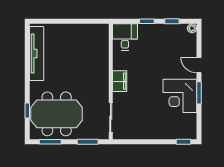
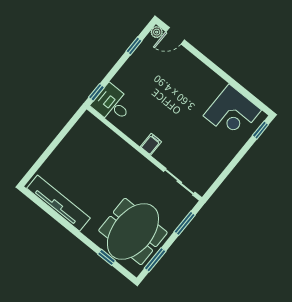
window: (147, 21) -> (96, 92), moved
door: (199, 65) -> (175, 36), moved
filing cabinet: (120, 81) -> (151, 144), width x0.50
window: (199, 93) -> (225, 76), removed
corner desk: (180, 96) -> (232, 113), moved

